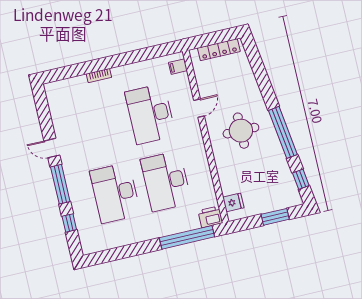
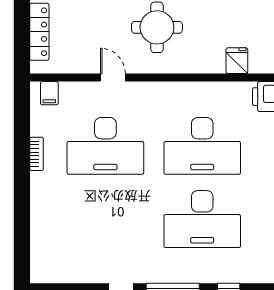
bookcase: (99, 76) -> (37, 154), moved
fridge: (233, 202) -> (237, 61), moved

